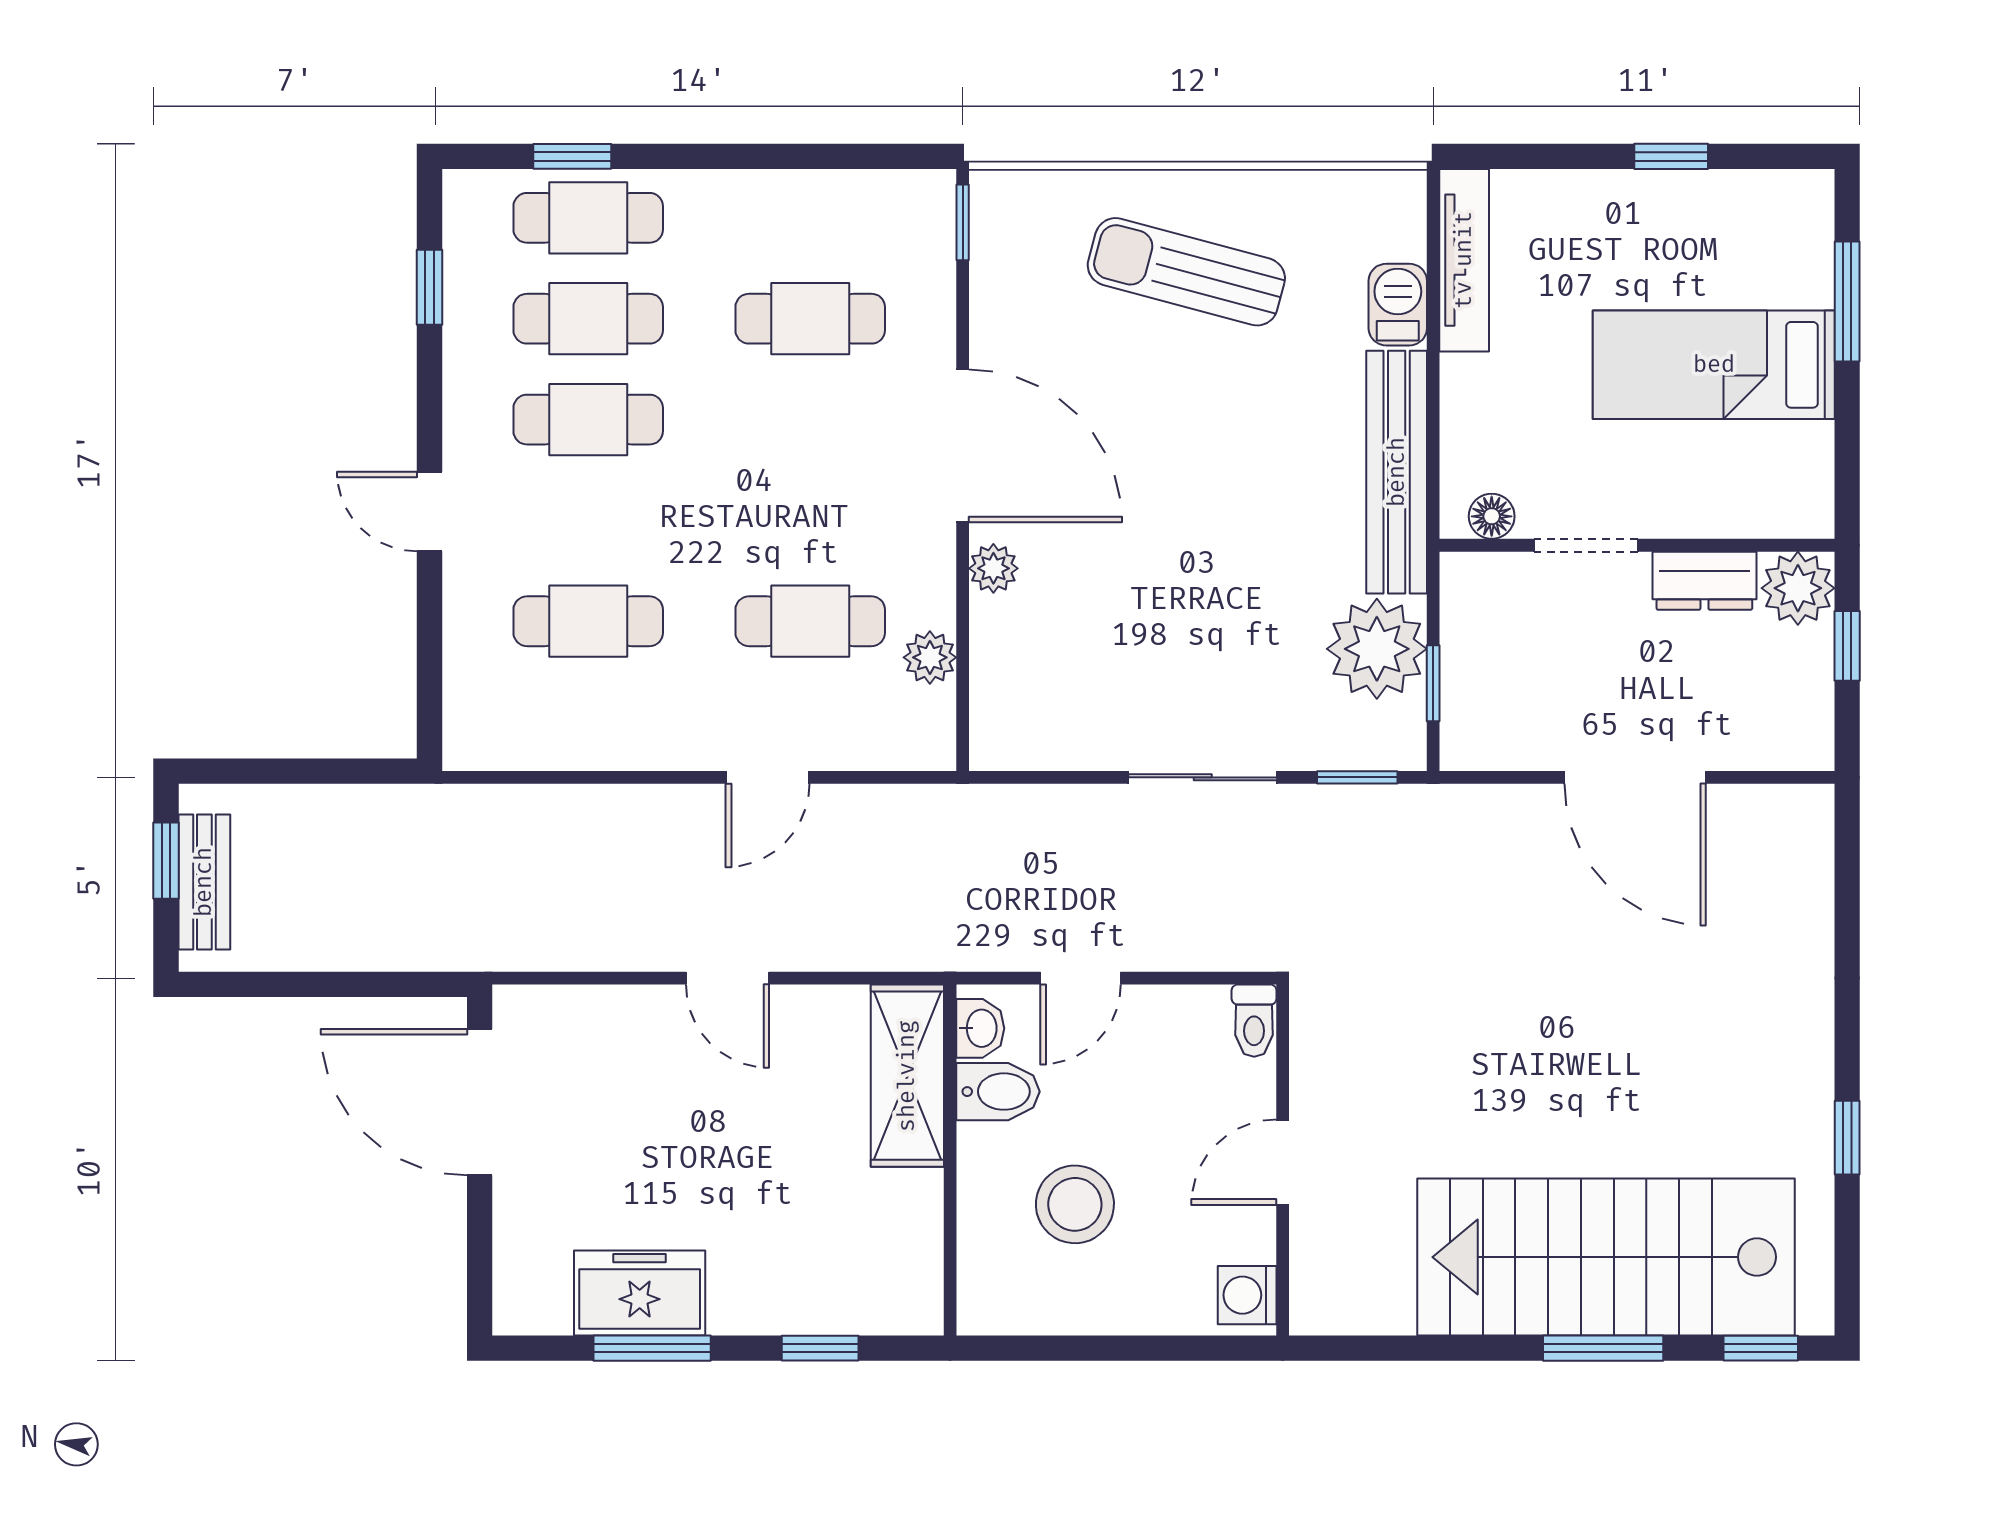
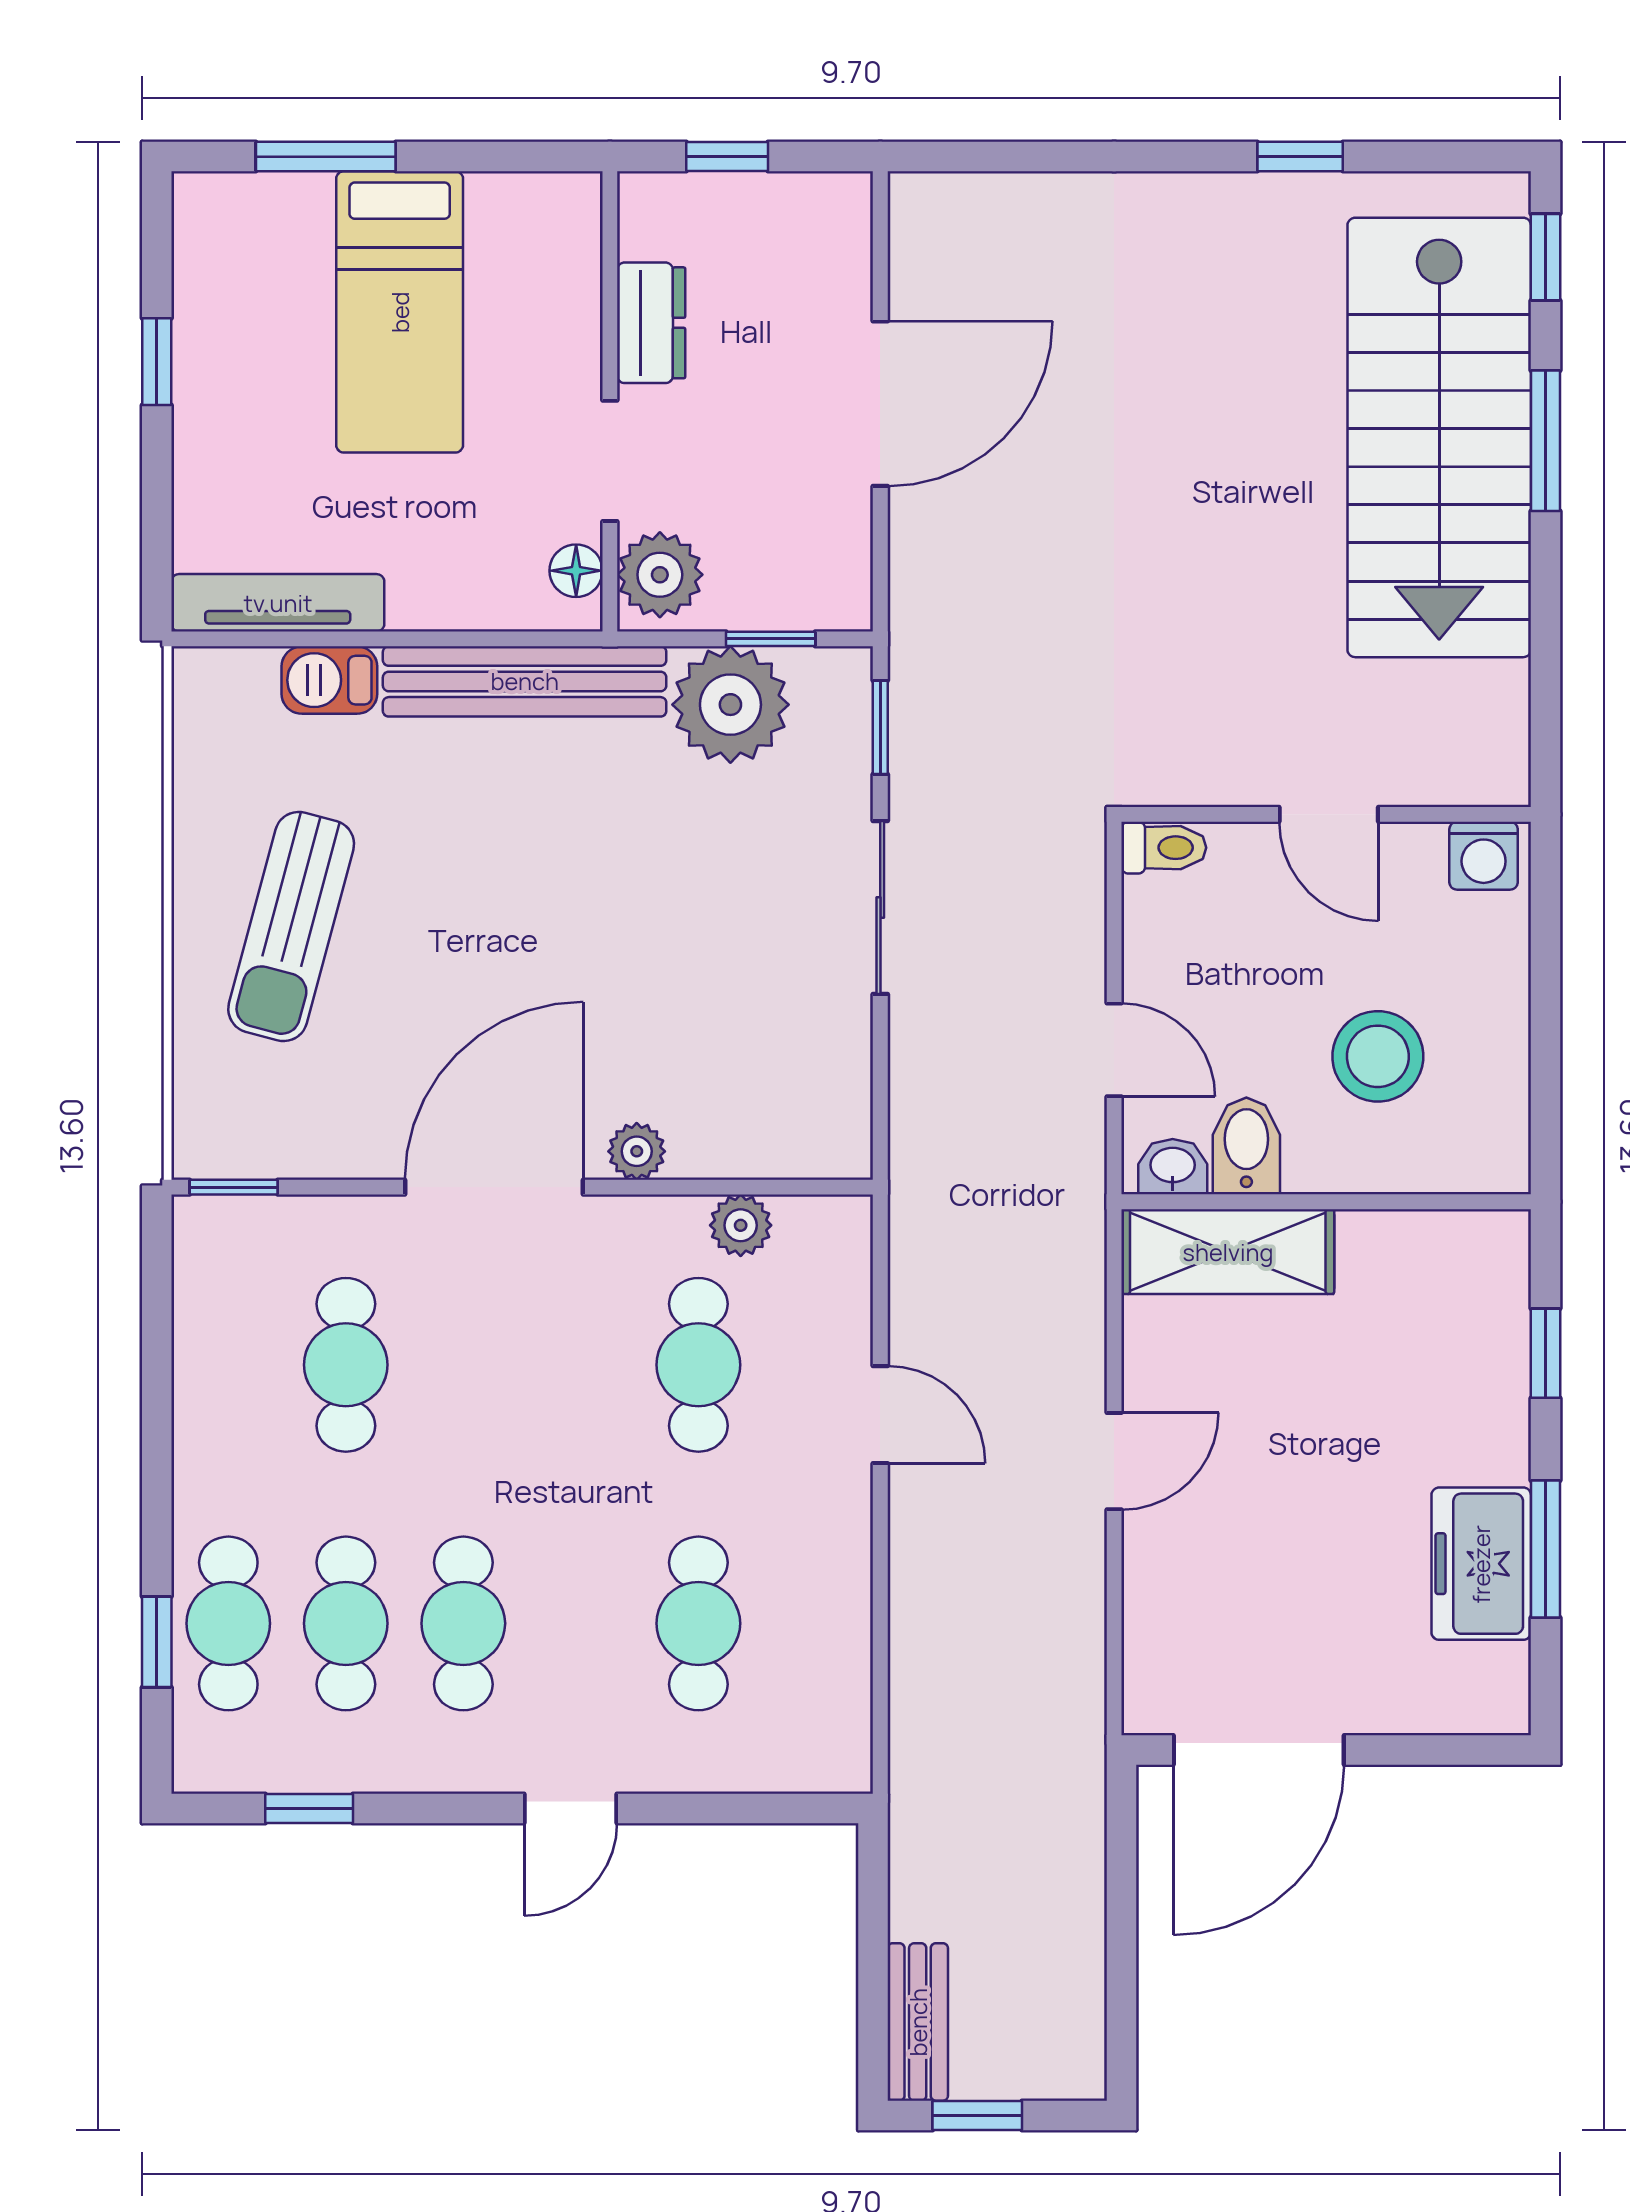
plant: (1798, 588) -> (660, 575), moved
bench: (204, 882) -> (918, 2022), moved, turned 90

